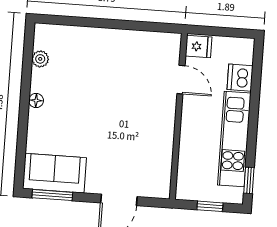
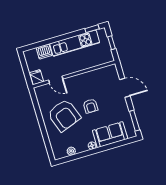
armchair: (110, 70) -> (64, 115), added
door: (181, 80) -> (56, 80), swing flipped
armchair: (109, 125) -> (90, 106), added
sofa: (54, 173) -> (110, 135), moved, turned 90

